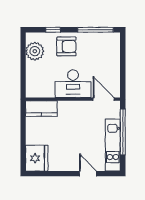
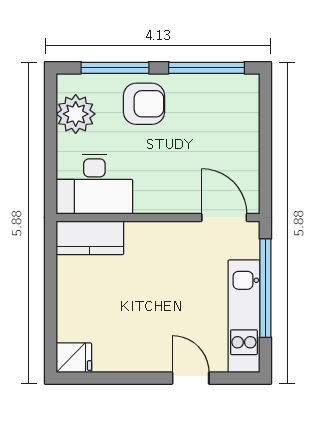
window: (53, 30) -> (115, 68), width x2.17
desk: (73, 84) -> (94, 184), moved
fridge: (37, 158) -> (74, 358), width x0.53, depth x0.75

